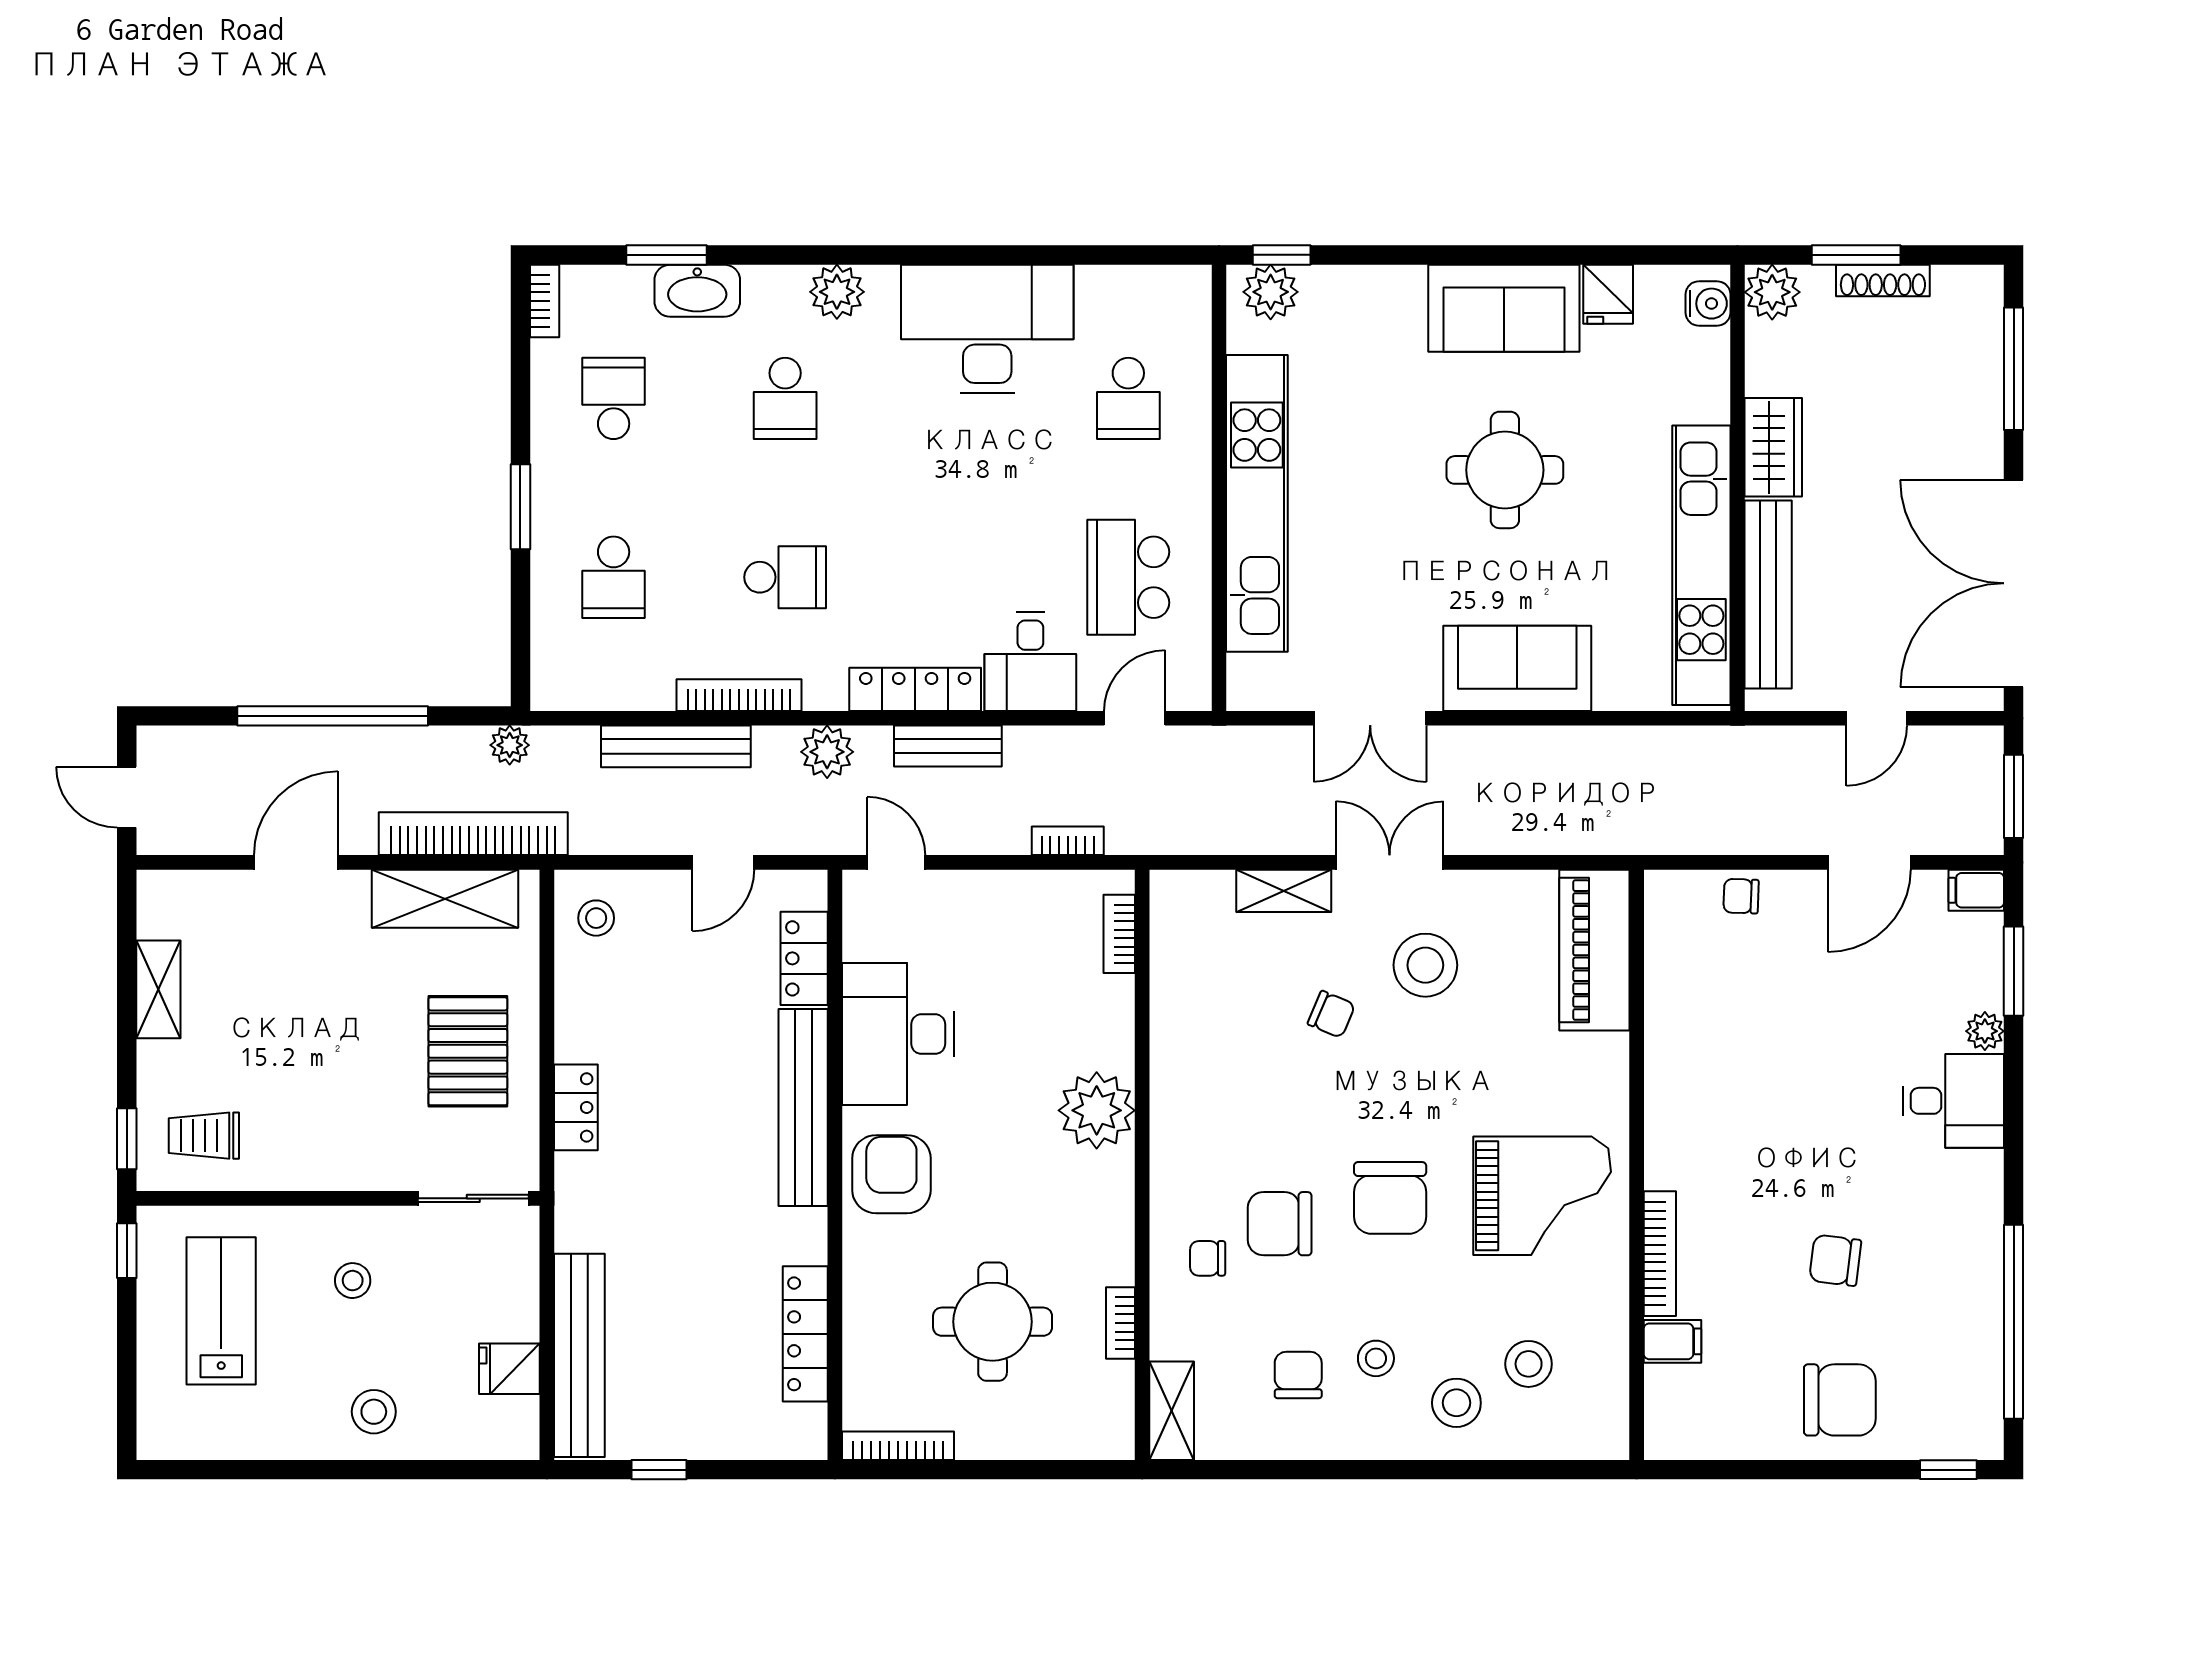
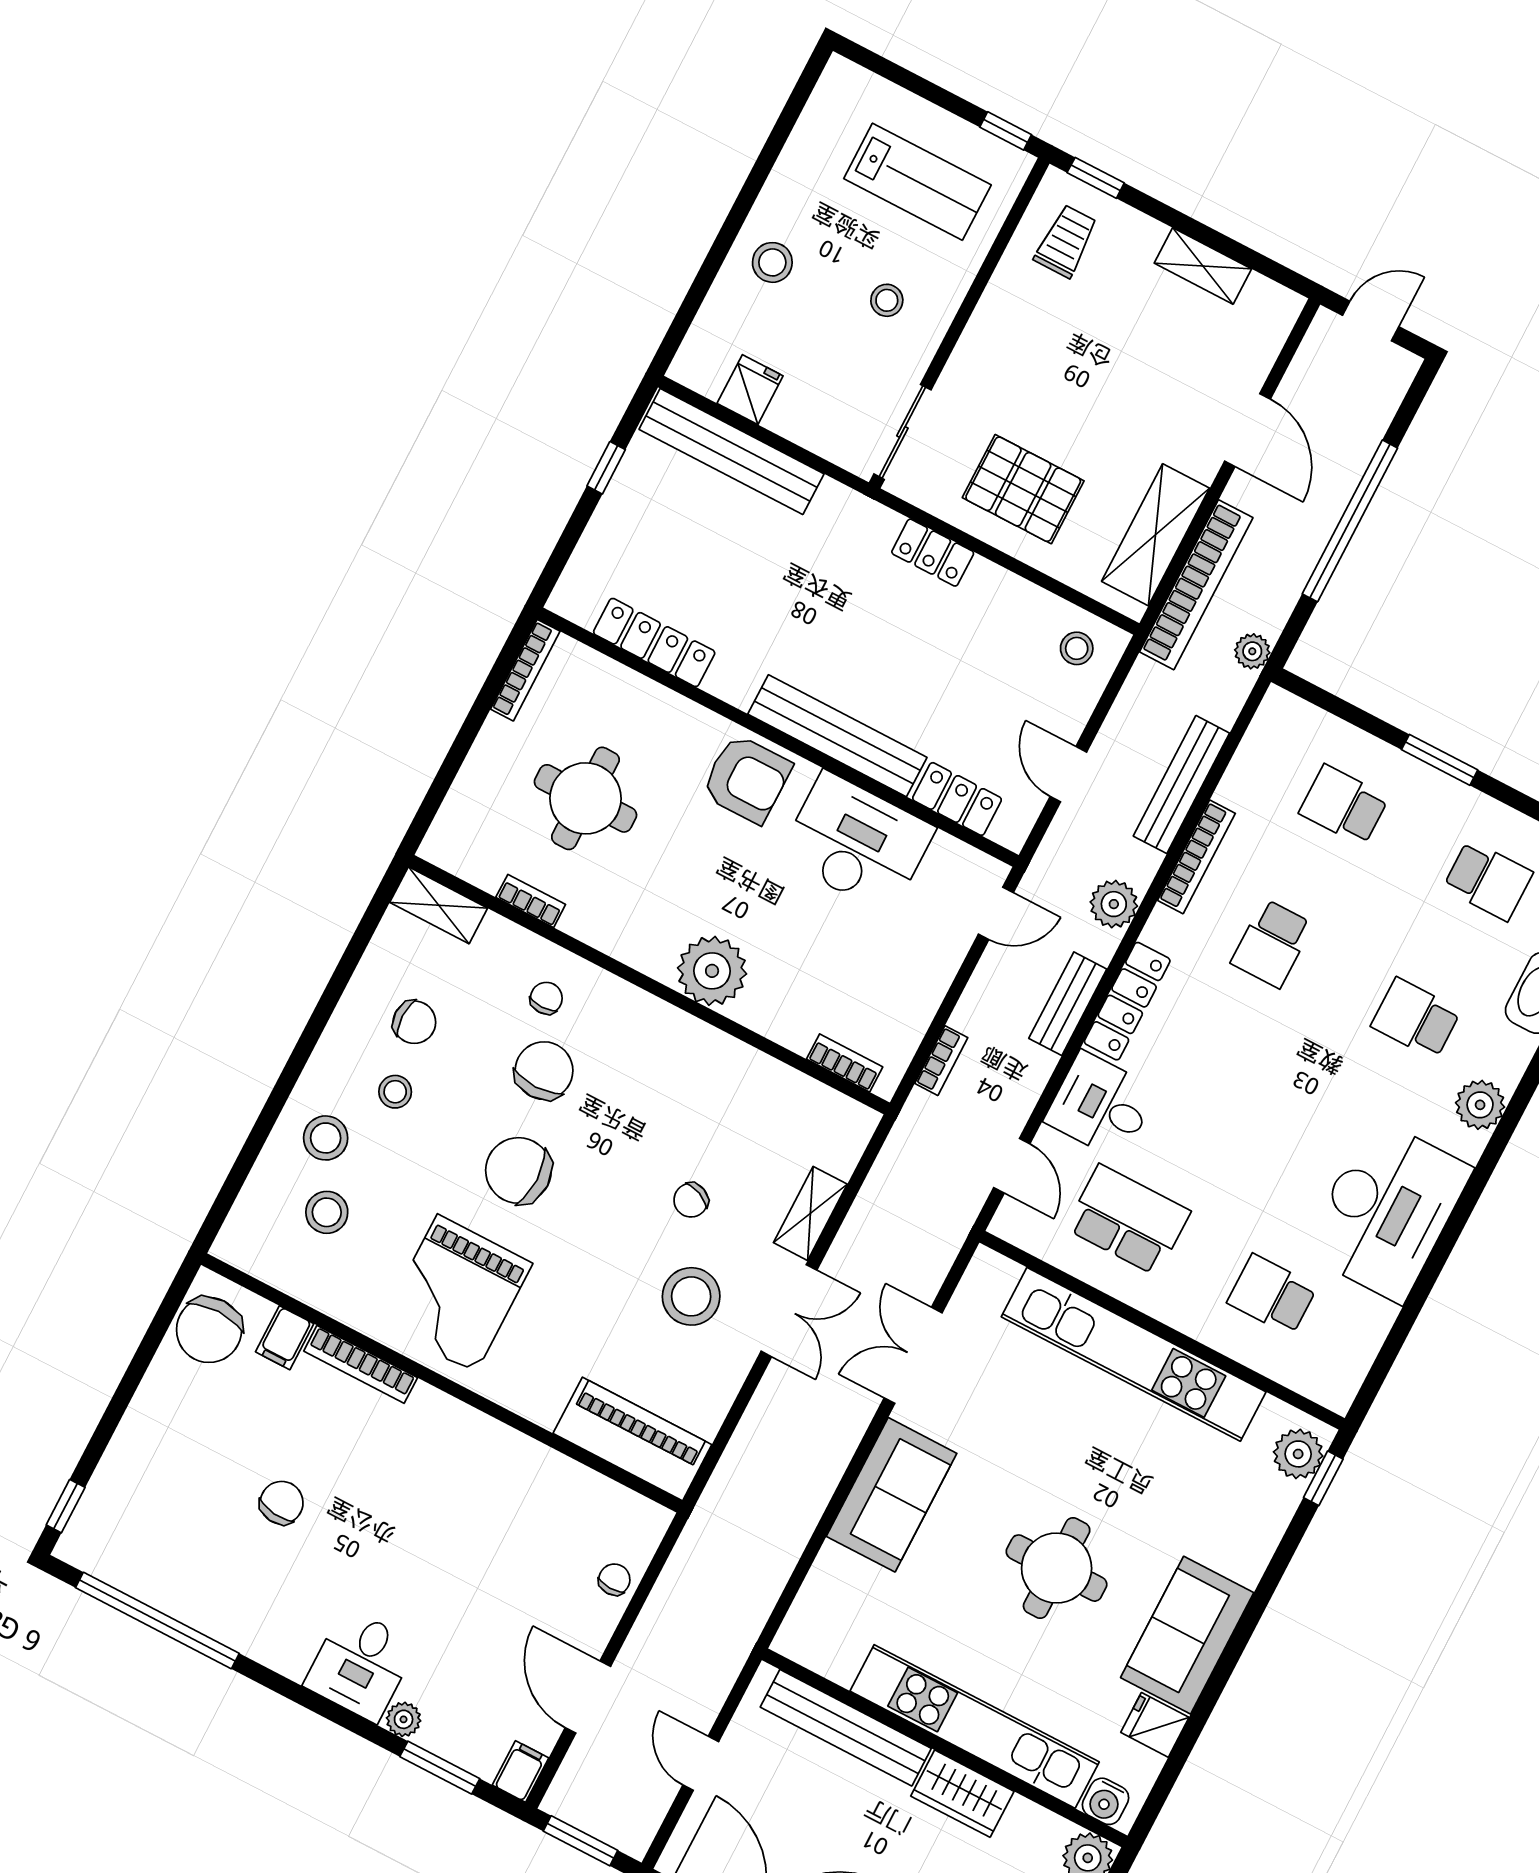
kitchen unit: (1701, 565) -> (975, 1726), moved
chair: (1840, 1400) -> (209, 1330), moved

